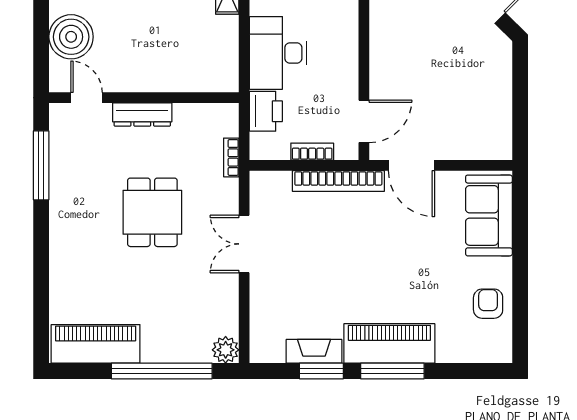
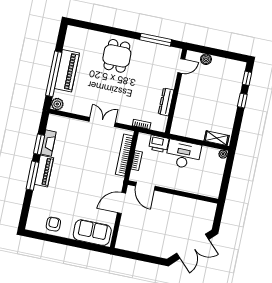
boiler: (71, 37) -> (206, 59), width x0.54, depth x0.54
dresser: (142, 114) -> (166, 102), moved
bookcase: (338, 181) -> (124, 155), moved
dining table: (152, 212) -> (117, 56), moved, turned 90
armchair: (488, 304) -> (53, 224), turned -90
piano: (389, 343) -> (44, 171), width x0.73, depth x0.75
piano: (96, 344) -> (67, 71), moved

